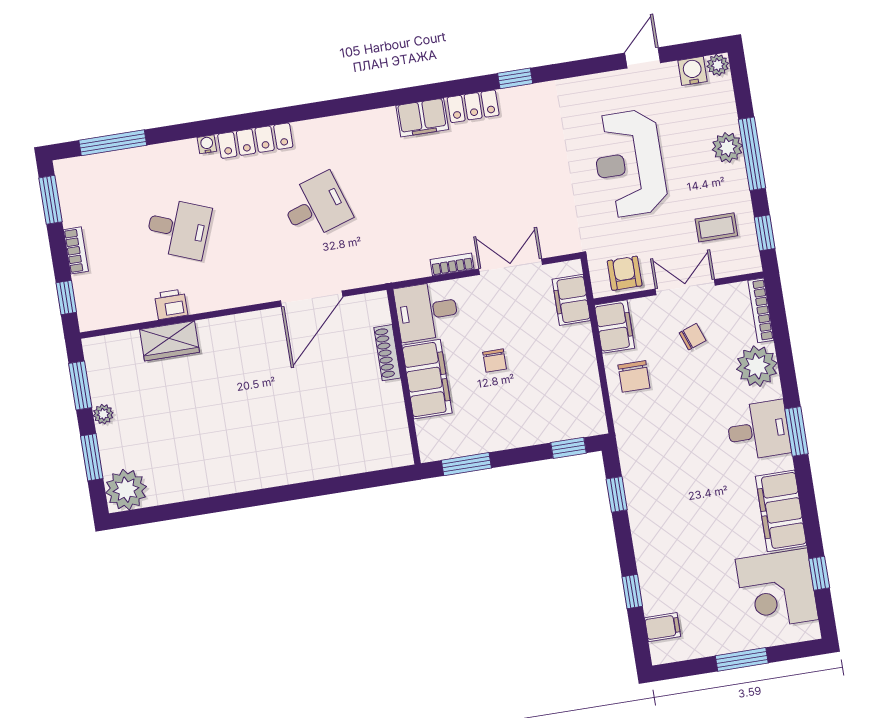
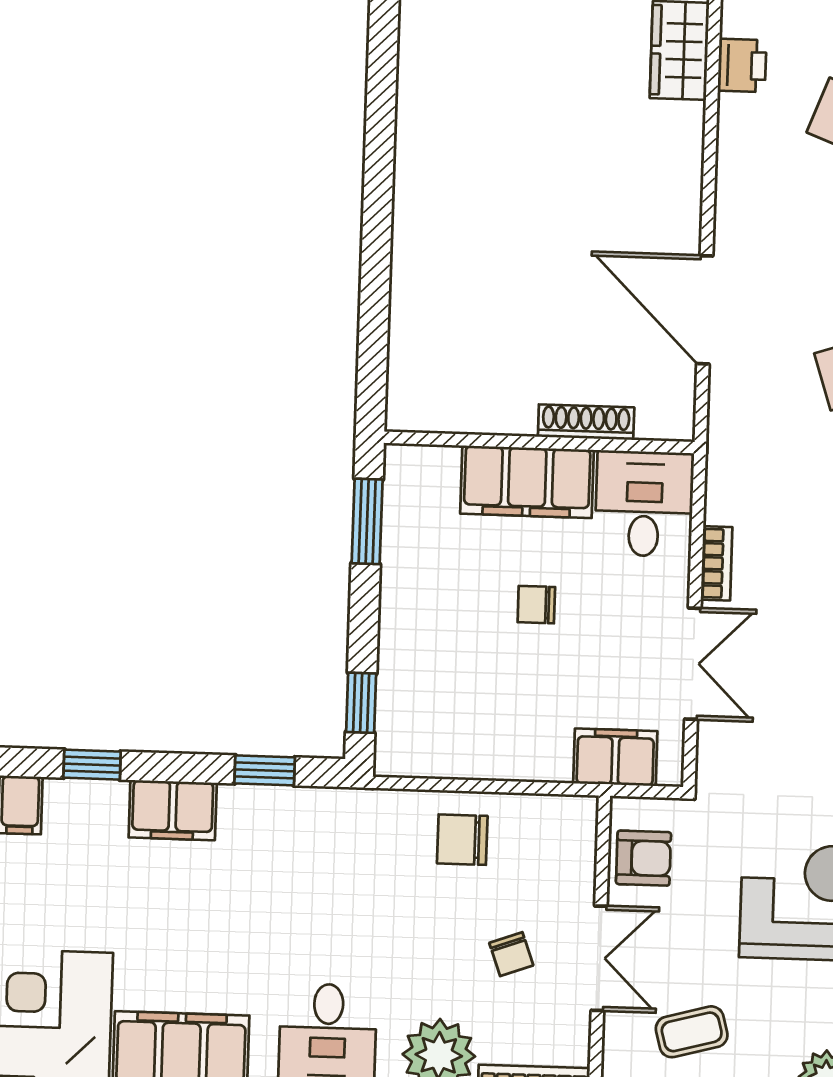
coffee table: (716, 227) -> (692, 1032), turned 75
filing cabinet: (614, 327) -> (173, 810), moved

